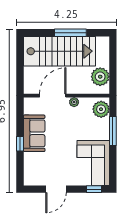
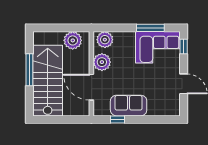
plant: (74, 102) -> (102, 62), width x1.88, depth x1.88
window: (113, 131) -> (150, 28), moved
window: (20, 144) -> (117, 119), moved

